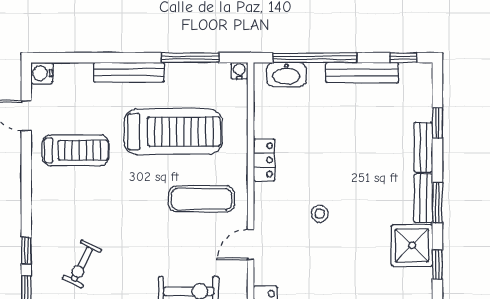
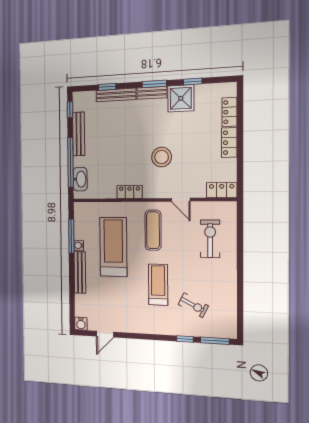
water cooler: (239, 71) -> (79, 245), moved
bench: (423, 147) -> (116, 95), width x1.36
treadmill: (75, 150) -> (158, 285), moved
stool: (320, 214) -> (162, 157), width x1.89, depth x1.89

